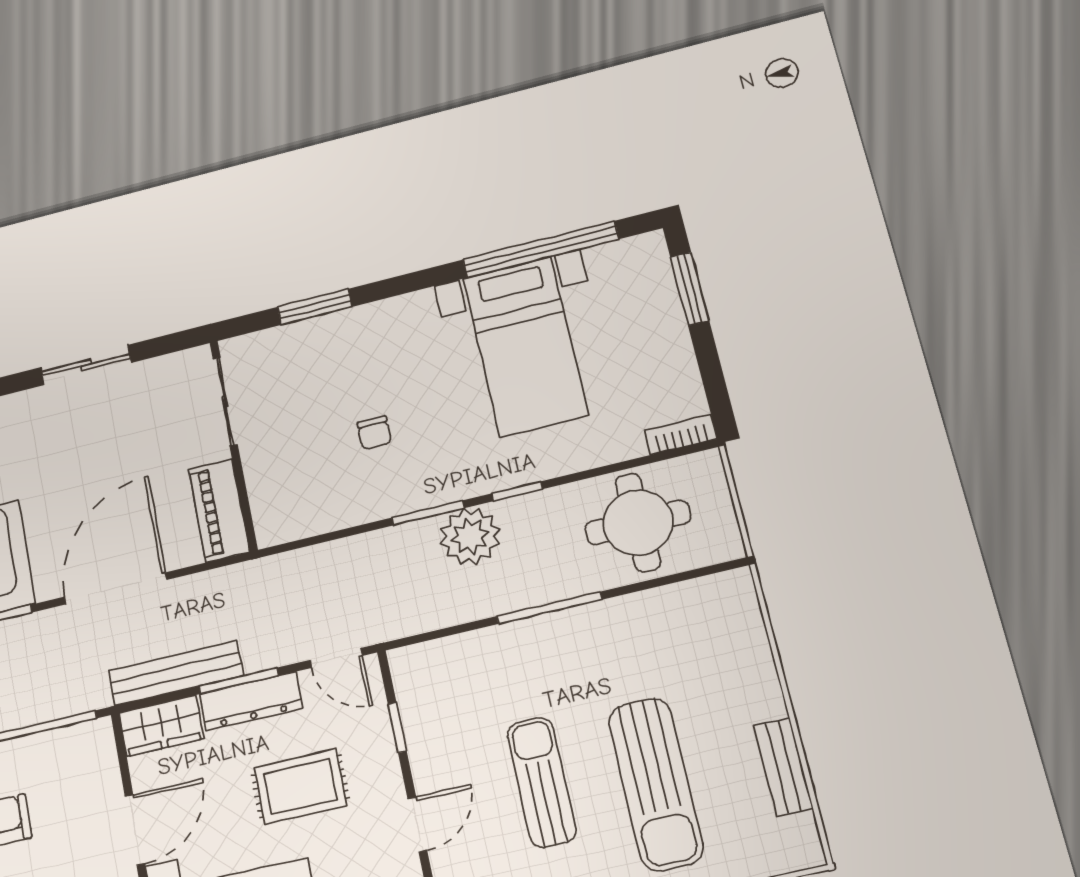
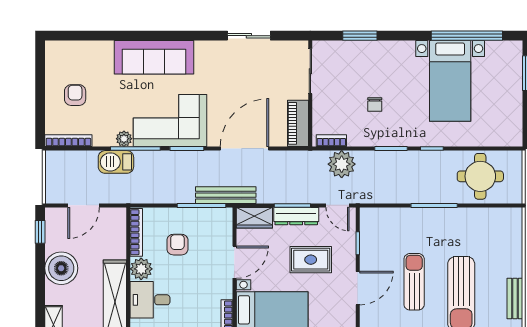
bookcase: (681, 435) -> (331, 141), moved
plant: (470, 536) -> (342, 164), moved
bench: (176, 673) -> (226, 195), moved
door: (417, 825) -> (358, 288), width x1.38

